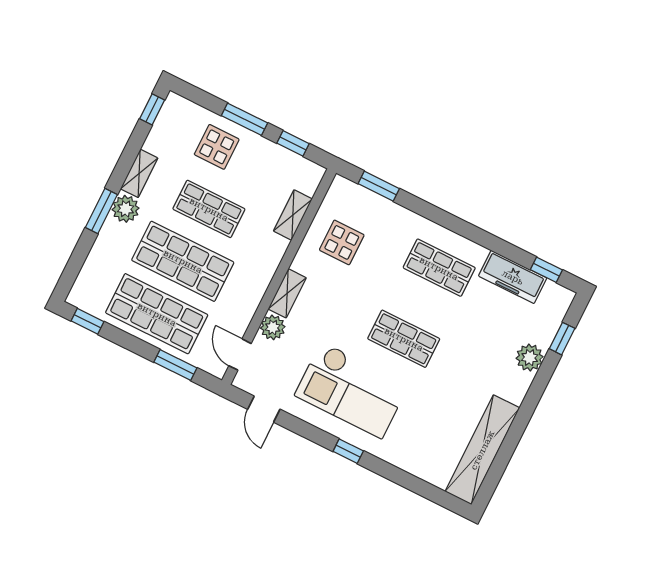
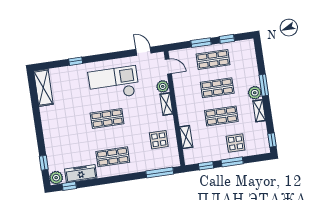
window: (379, 186) -> (160, 173), width x1.44
shop shelf: (183, 261) -> (217, 88), width x0.70, depth x0.74
shop shelf: (157, 314) -> (213, 59), width x0.70, depth x0.74
window: (87, 321) -> (227, 39), moved
plant: (530, 358) -> (56, 178), moved
window: (175, 365) -> (201, 43), moved
shelving: (482, 450) -> (43, 88), width x0.68
window: (348, 451) -> (76, 61), moved

